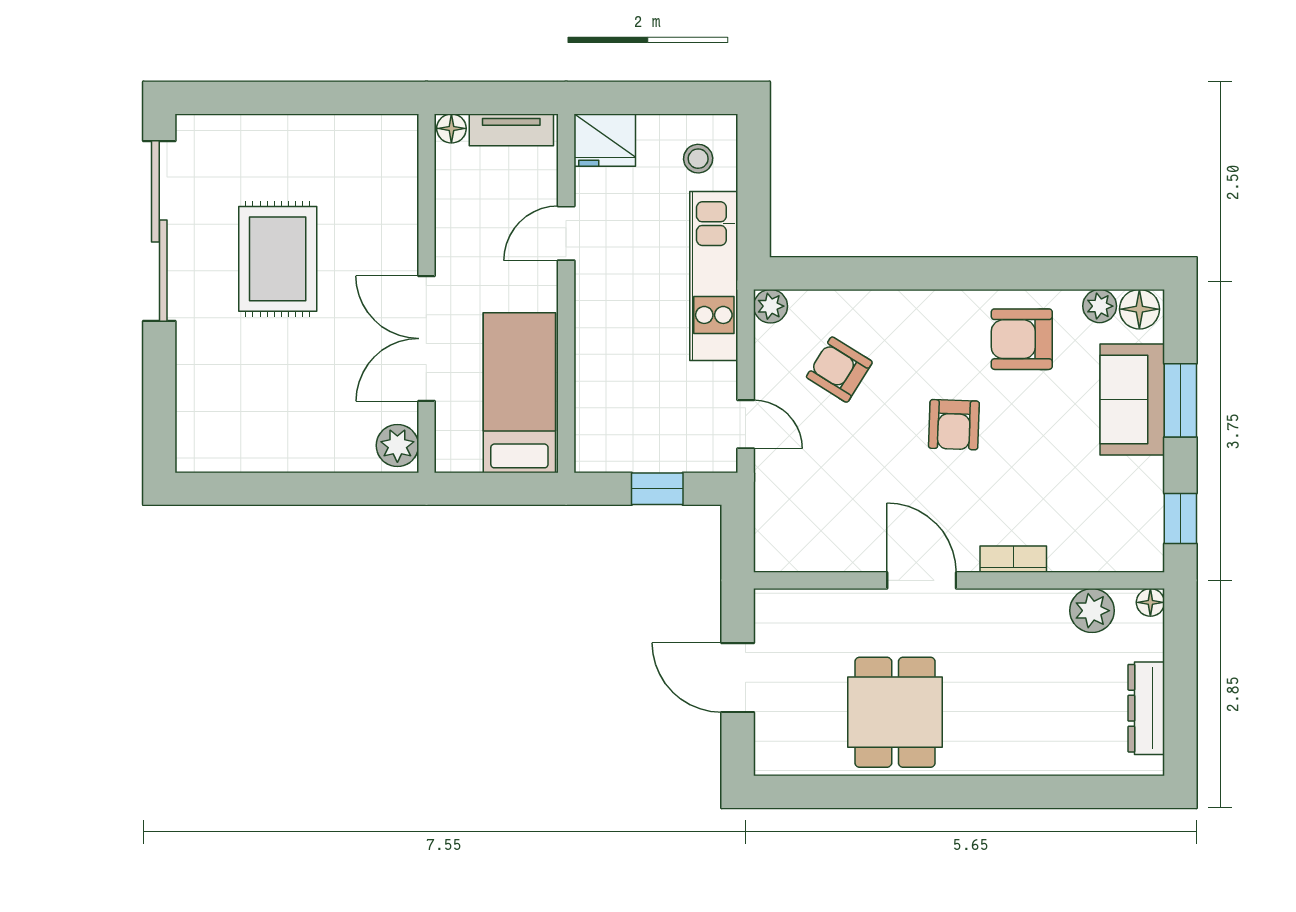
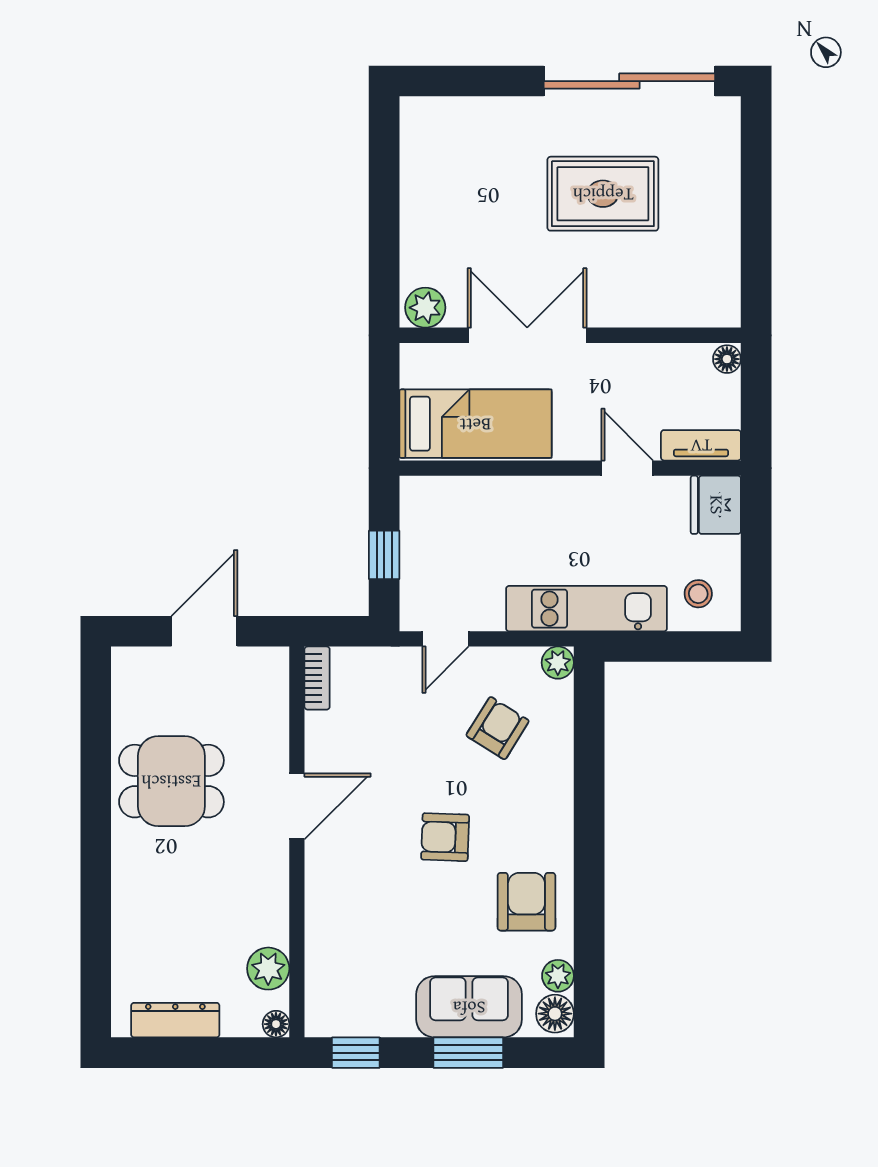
tv unit: (511, 130) -> (701, 445), moved, turned 90
bookcase: (1013, 559) -> (317, 678), moved

